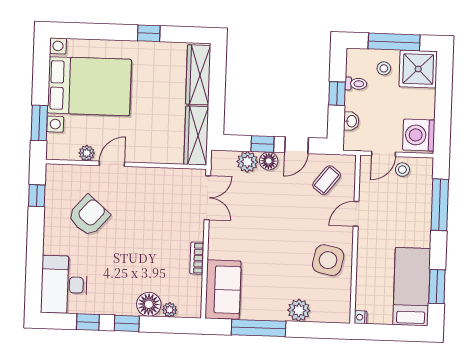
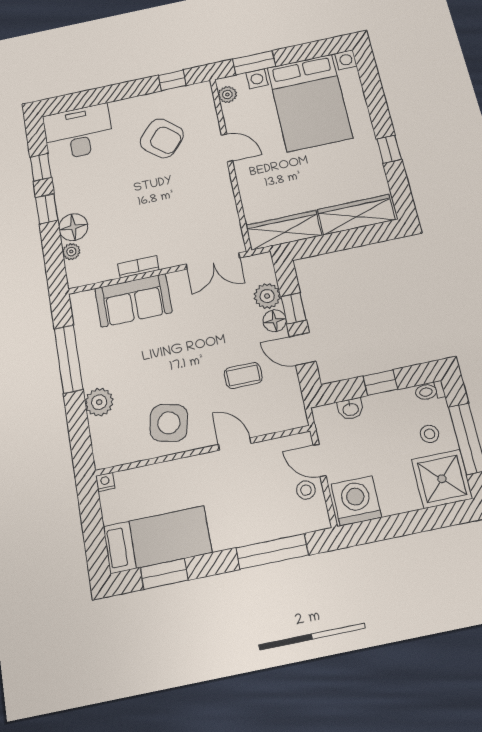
toilet: (356, 84) -> (430, 391), moved, turned 90
plant: (87, 153) -> (227, 94), moved
coffee table: (327, 180) -> (243, 375), moved, turned -38
sofa: (223, 290) -> (133, 300), moved

